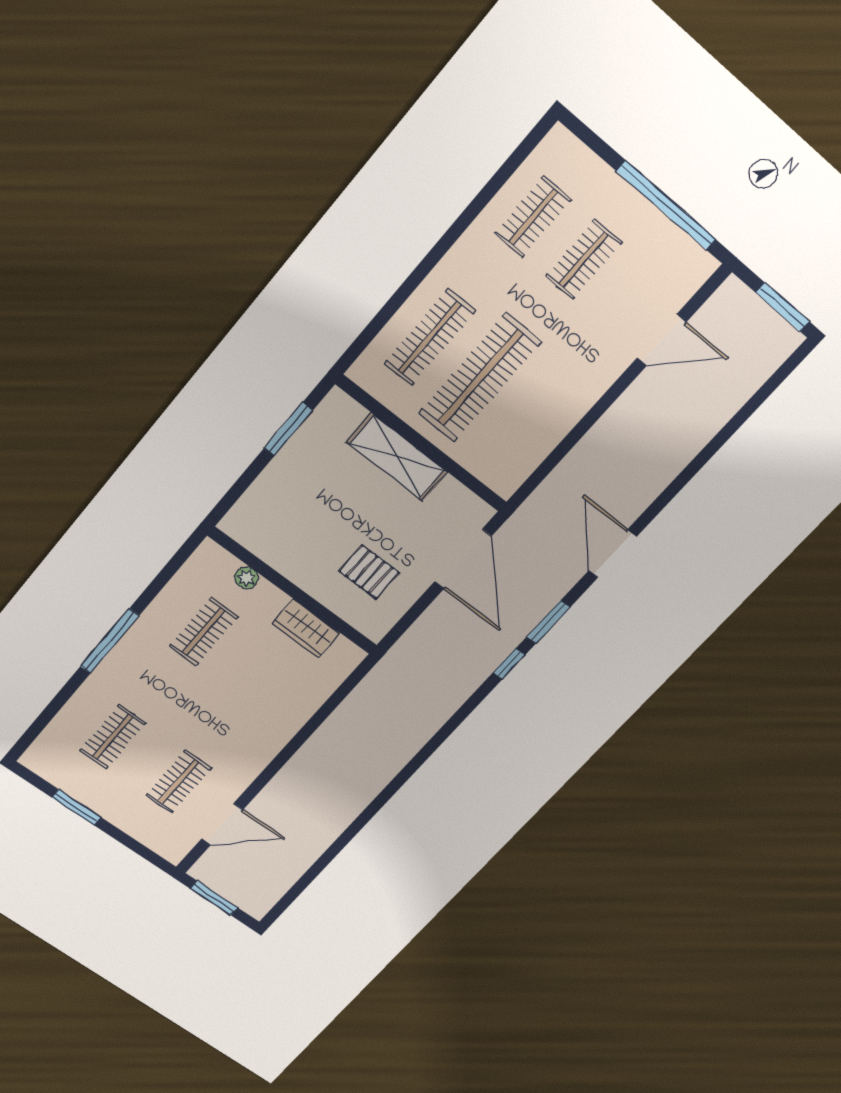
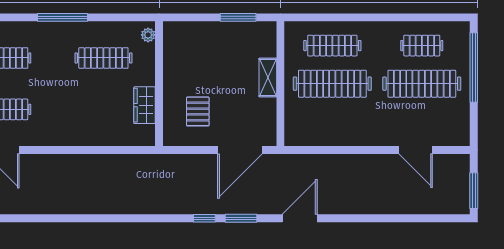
window: (667, 206) -> (474, 68), moved
clothes rail: (584, 259) -> (422, 84), width x1.86, depth x1.31
shelving: (397, 457) -> (268, 78), width x0.67, depth x0.75
plant: (246, 578) -> (148, 35), moved
clothes rail: (204, 632) -> (103, 58), width x1.36

